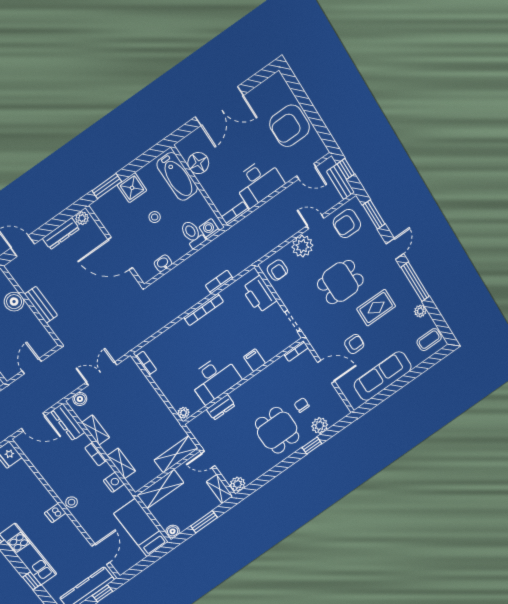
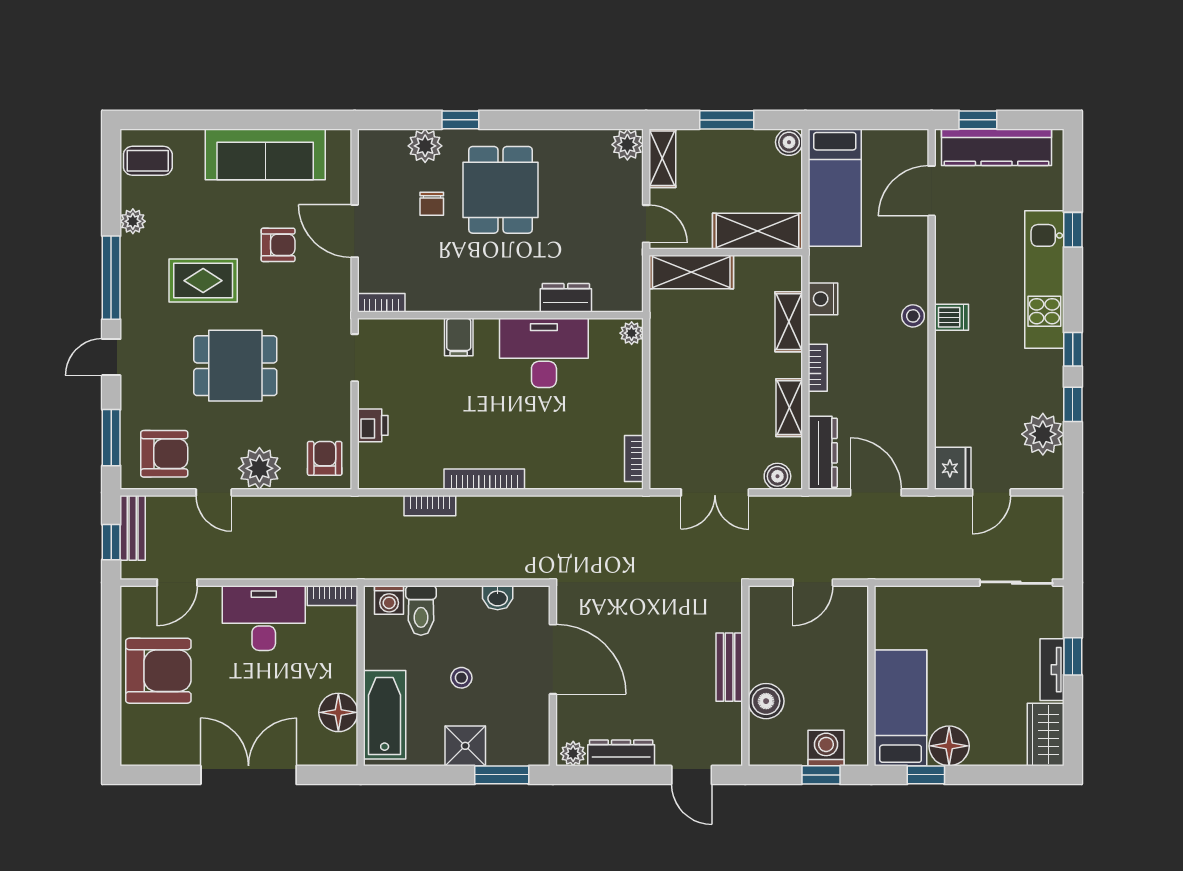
door: (306, 171) -> (177, 583), swing flipped
printer: (259, 294) -> (373, 425), width x0.53, depth x0.68
armchair: (354, 344) -> (278, 245), turned 180

